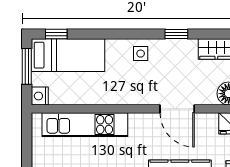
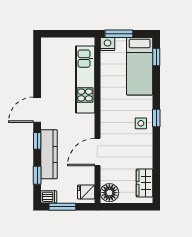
window: (176, 34) -> (156, 118), moved
window: (27, 66) -> (119, 34), moved

